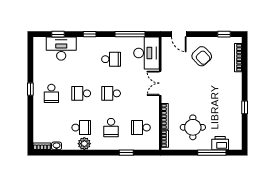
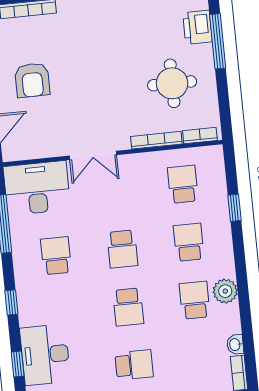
armchair: (202, 56) -> (32, 80), turned 133
school desk: (111, 128) -> (189, 242), turned -90
school desk: (141, 128) -> (183, 184), turned 180

